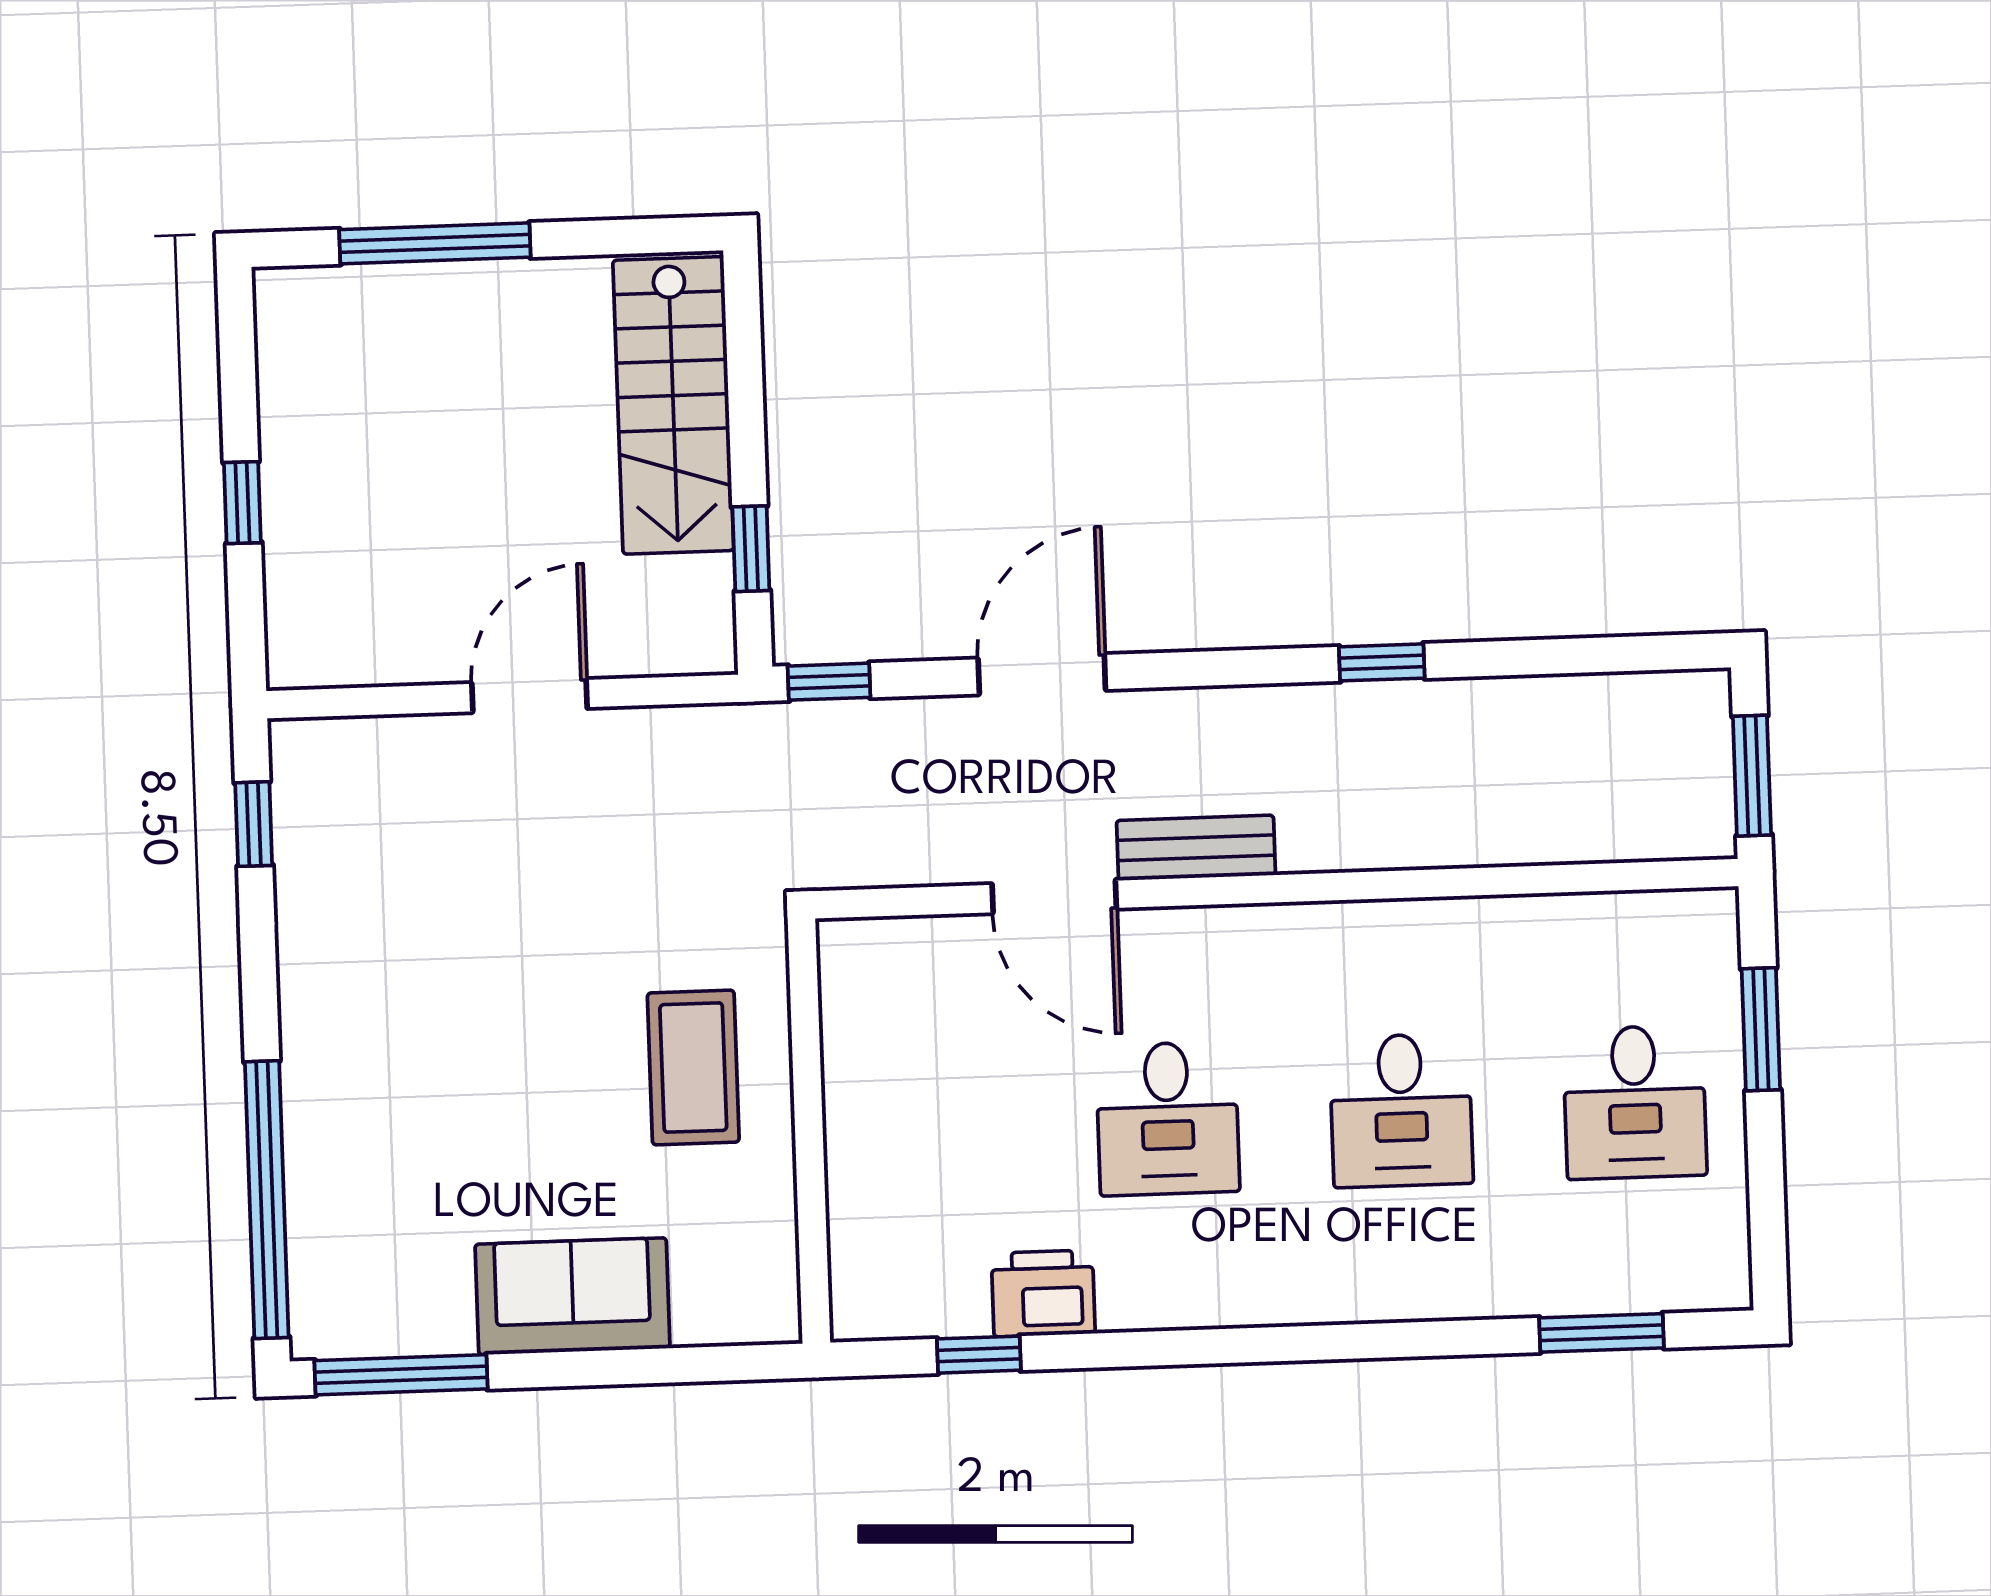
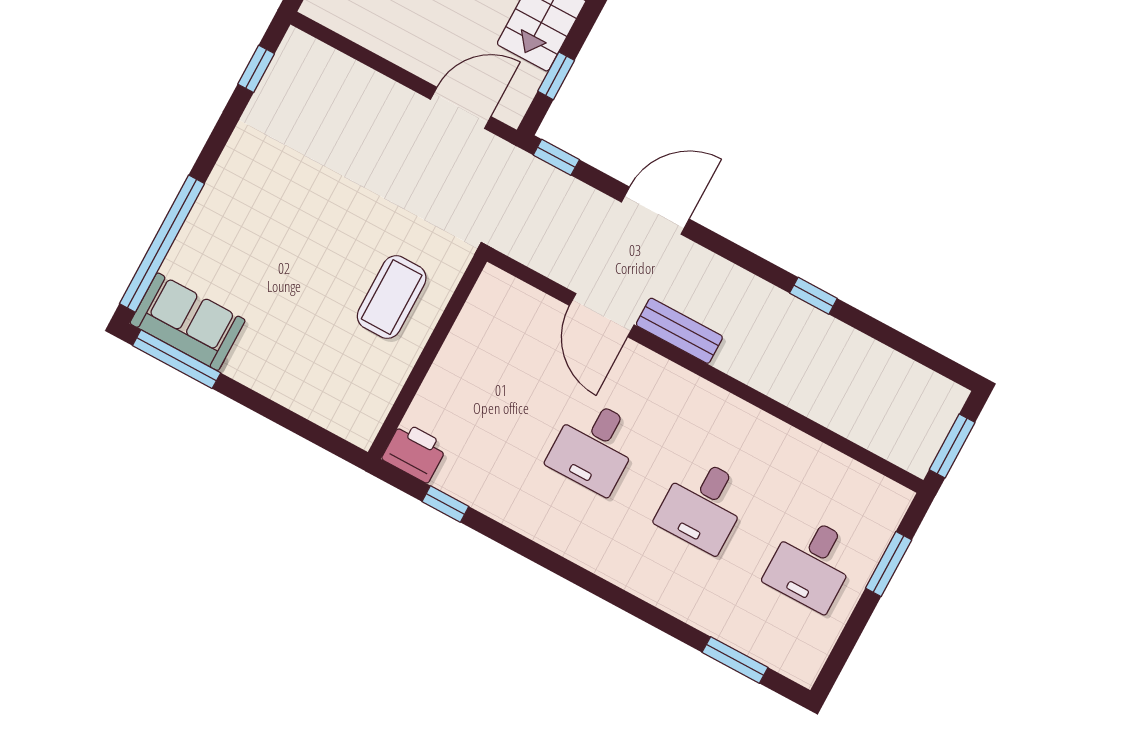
door: (529, 696) -> (461, 108), moved
printer: (1043, 1293) -> (415, 452), moved
sofa: (572, 1296) -> (188, 322), moved

